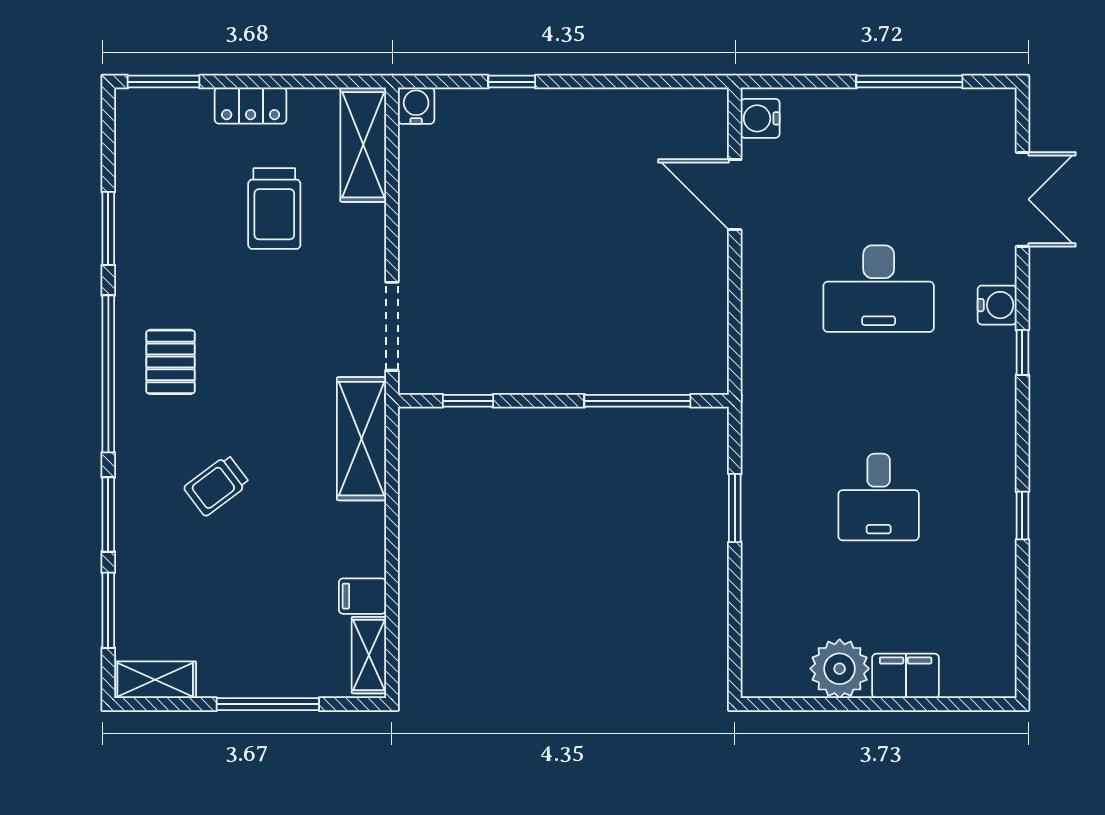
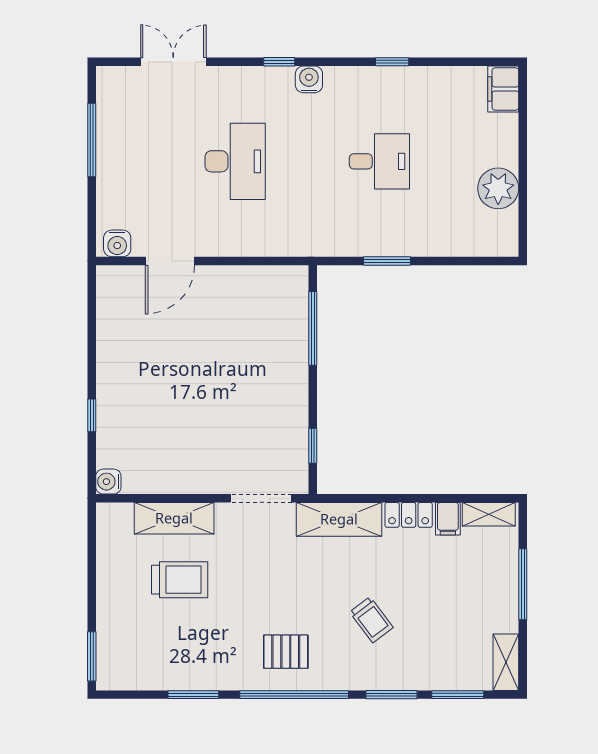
locker: (251, 106) -> (409, 515), moved, turned 90
shelving: (363, 145) -> (174, 518), moved
water cooler: (997, 305) -> (309, 79), moved
filing cabinet: (906, 676) -> (503, 89), moved

